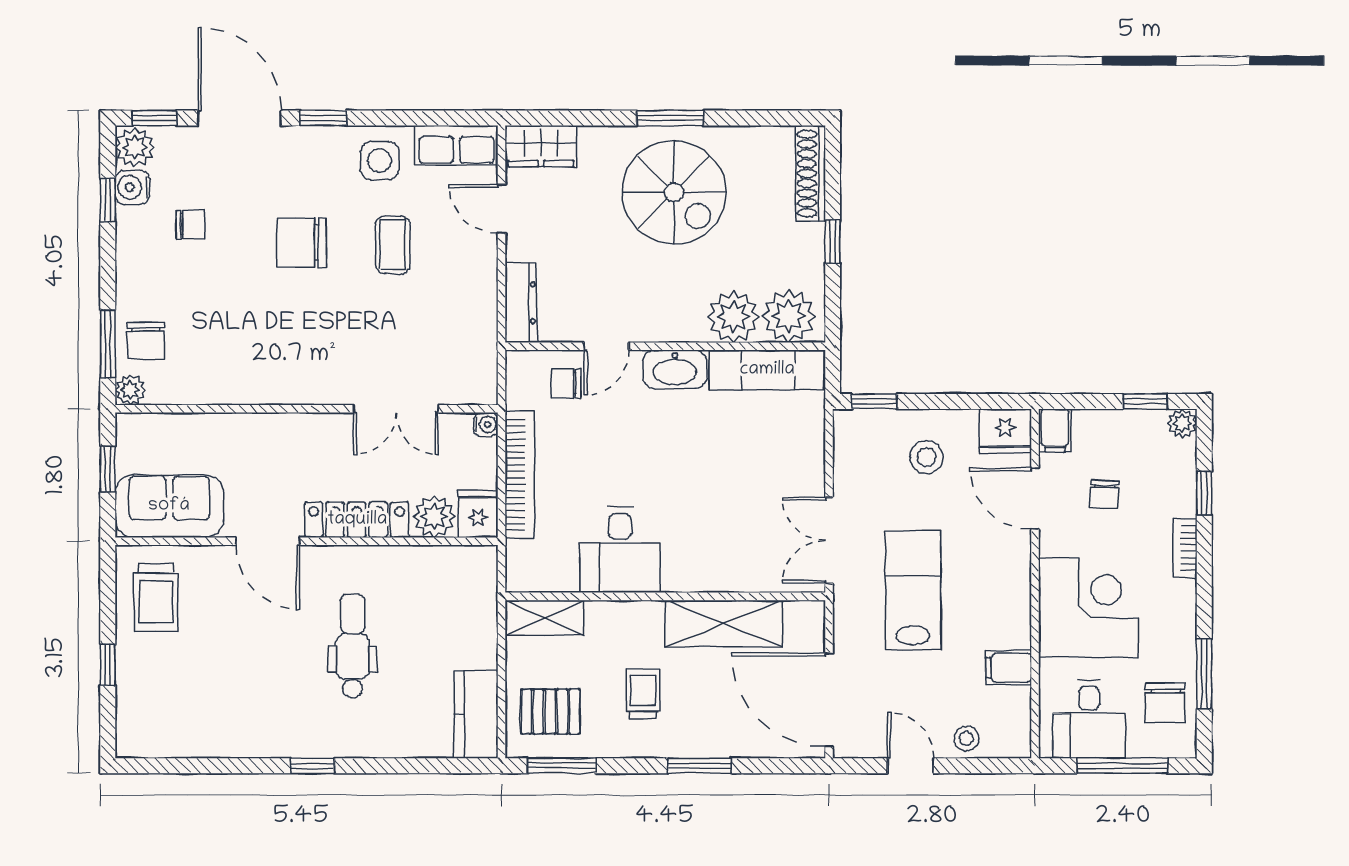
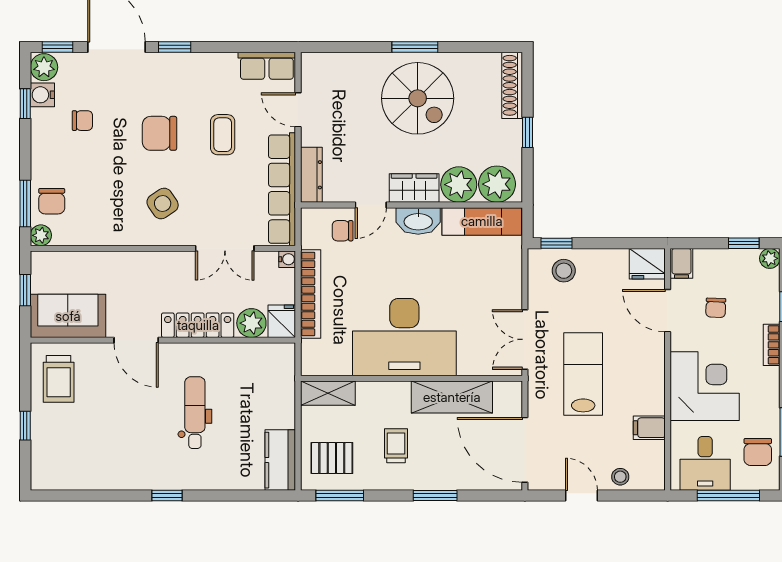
wardrobe: (541, 146) -> (414, 188), moved, turned 180
side table: (380, 161) -> (163, 203), moved, turned -34
row of seats: (478, 323) -> (282, 189), added
stool: (927, 457) -> (564, 271), moved
desk: (620, 550) -> (404, 337), width x1.87, depth x1.30

